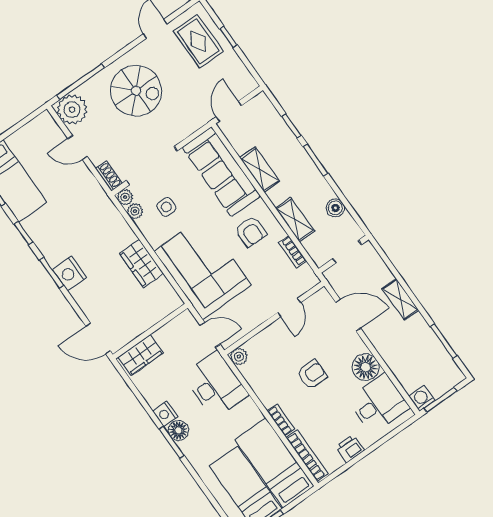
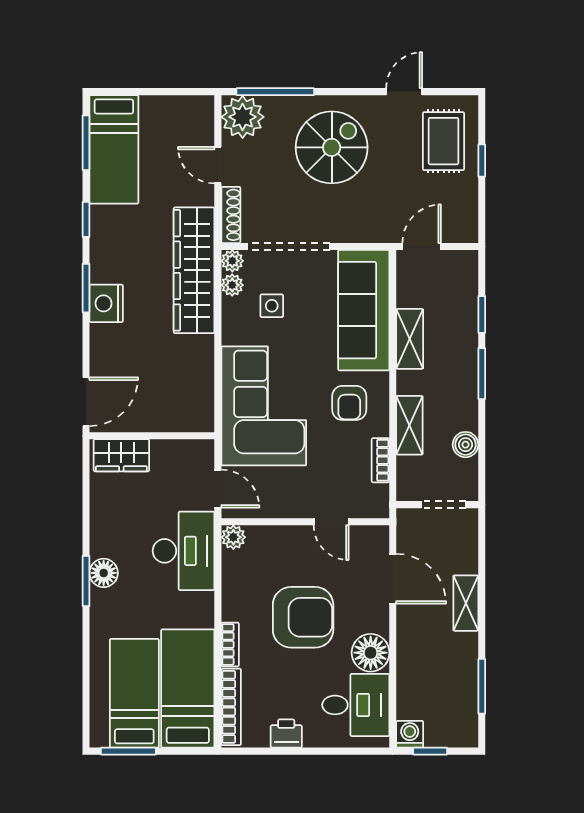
spiral stairs: (136, 91) -> (332, 147), turned -90
shoe rack: (109, 176) -> (231, 215), width x1.43
wardrobe: (141, 263) -> (194, 270), moved, width x2.10, depth x1.17
door: (289, 308) -> (331, 522), hinge flipped
door: (98, 339) -> (86, 402), swing flipped
armchair: (312, 374) -> (303, 617), width x1.88, depth x1.88
window: (440, 400) -> (430, 751), width x0.67
nightstand: (165, 414) -> (102, 543), removed

